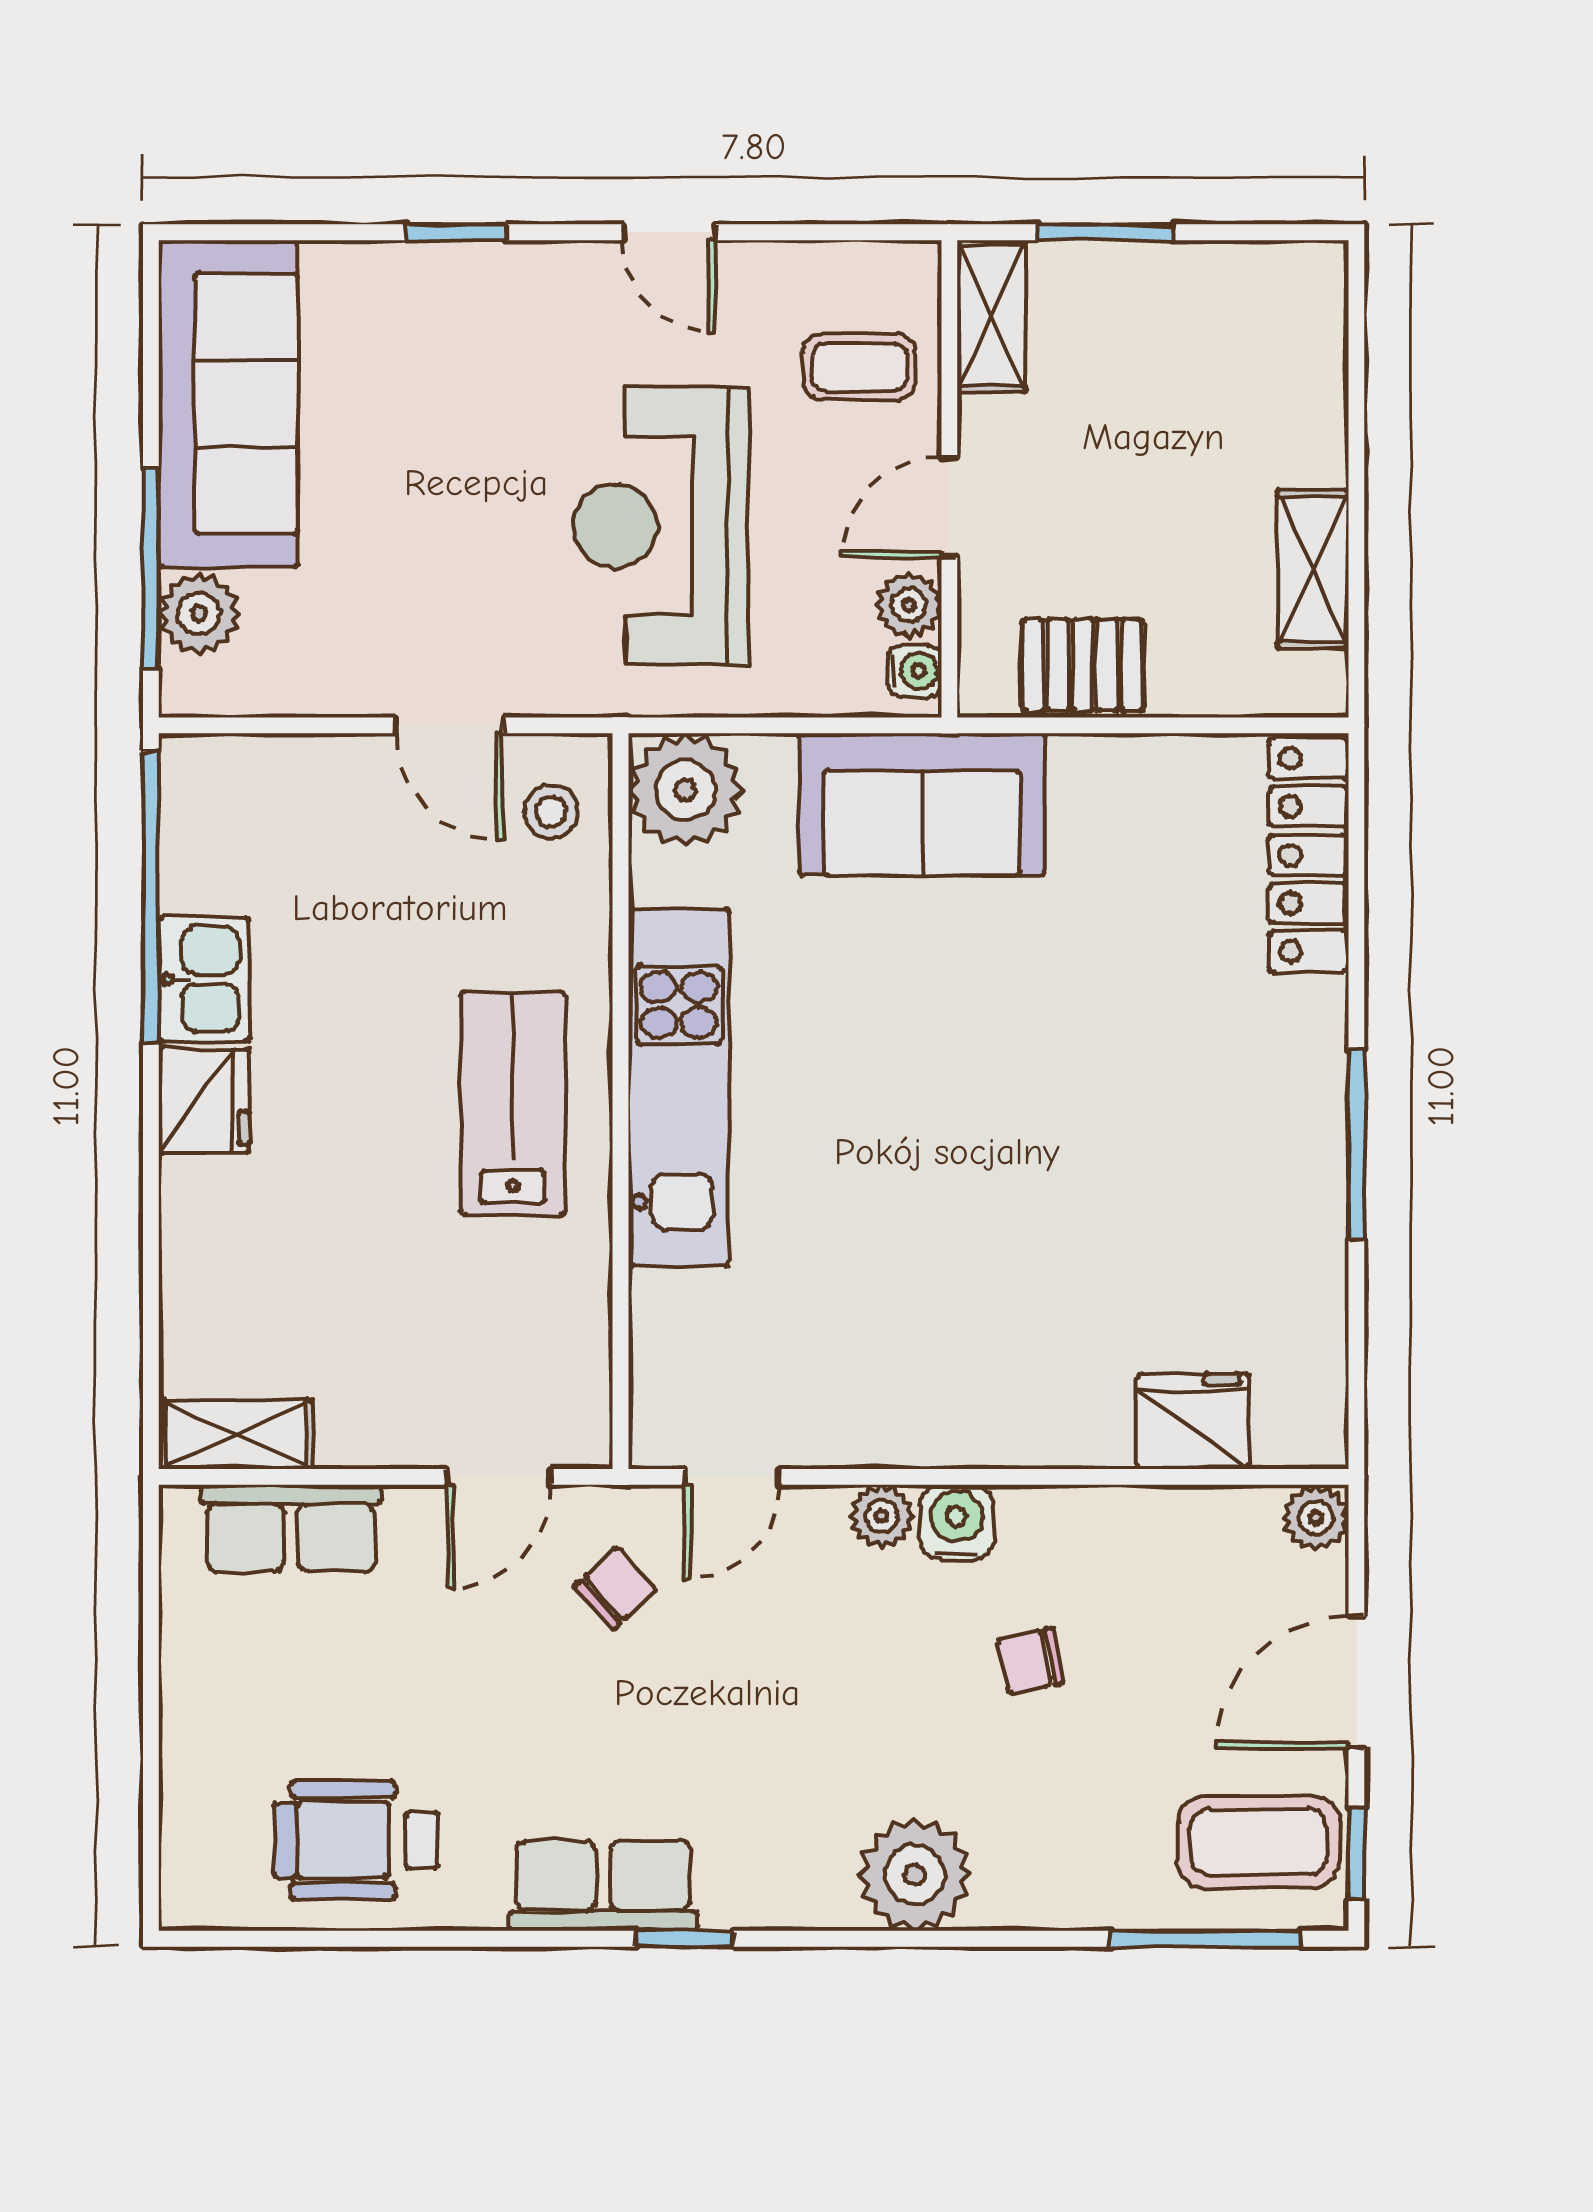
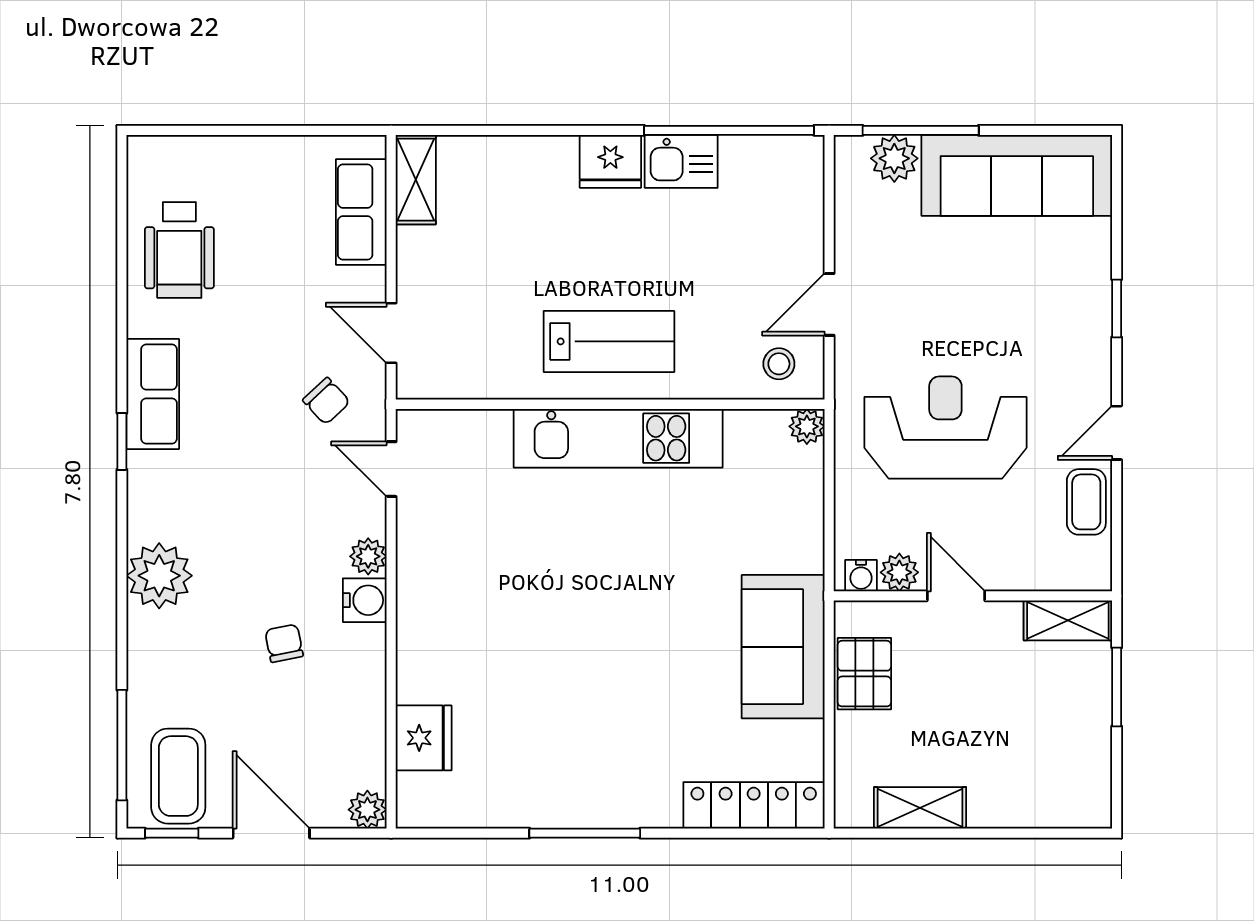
coffee table: (860, 367) -> (1086, 502), moved
plant: (685, 790) -> (807, 426), width x0.53, depth x0.53
sofa: (922, 804) -> (783, 647), moved
wheelchair: (356, 1840) -> (179, 250), turned 180

